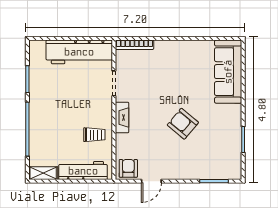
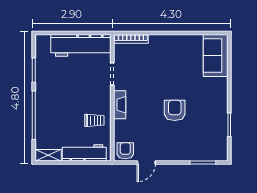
sofa: (228, 72) -> (216, 56), width x0.73
armchair: (183, 124) -> (175, 110), turned 50

